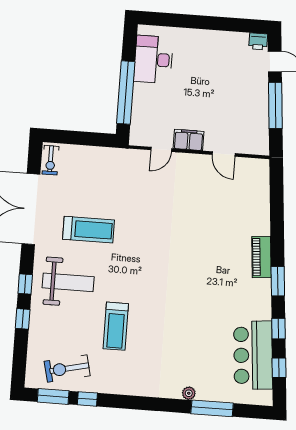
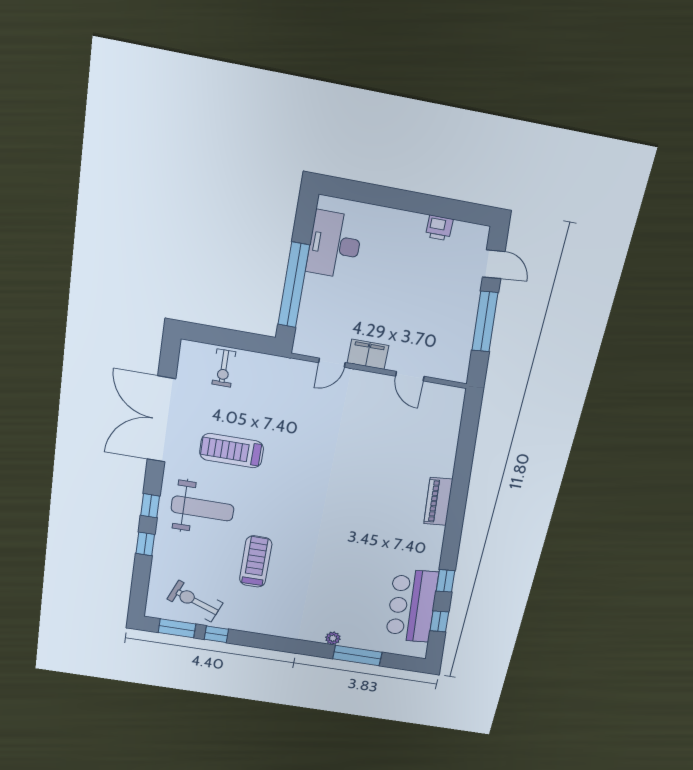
printer: (258, 41) -> (439, 228), moved
exercise bike: (51, 160) -> (224, 368), moved
treadmill: (88, 230) -> (232, 451), turned 180
window: (278, 281) -> (453, 530), removed
treadmill: (116, 326) -> (256, 562), turned 180
exercise bike: (67, 368) -> (195, 601), turned 34

